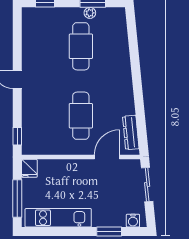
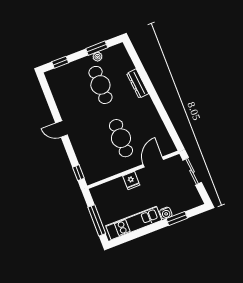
dresser: (131, 132) -> (138, 84), moved
fridge: (29, 168) -> (131, 180), moved
water cooler: (133, 221) -> (166, 213), moved

